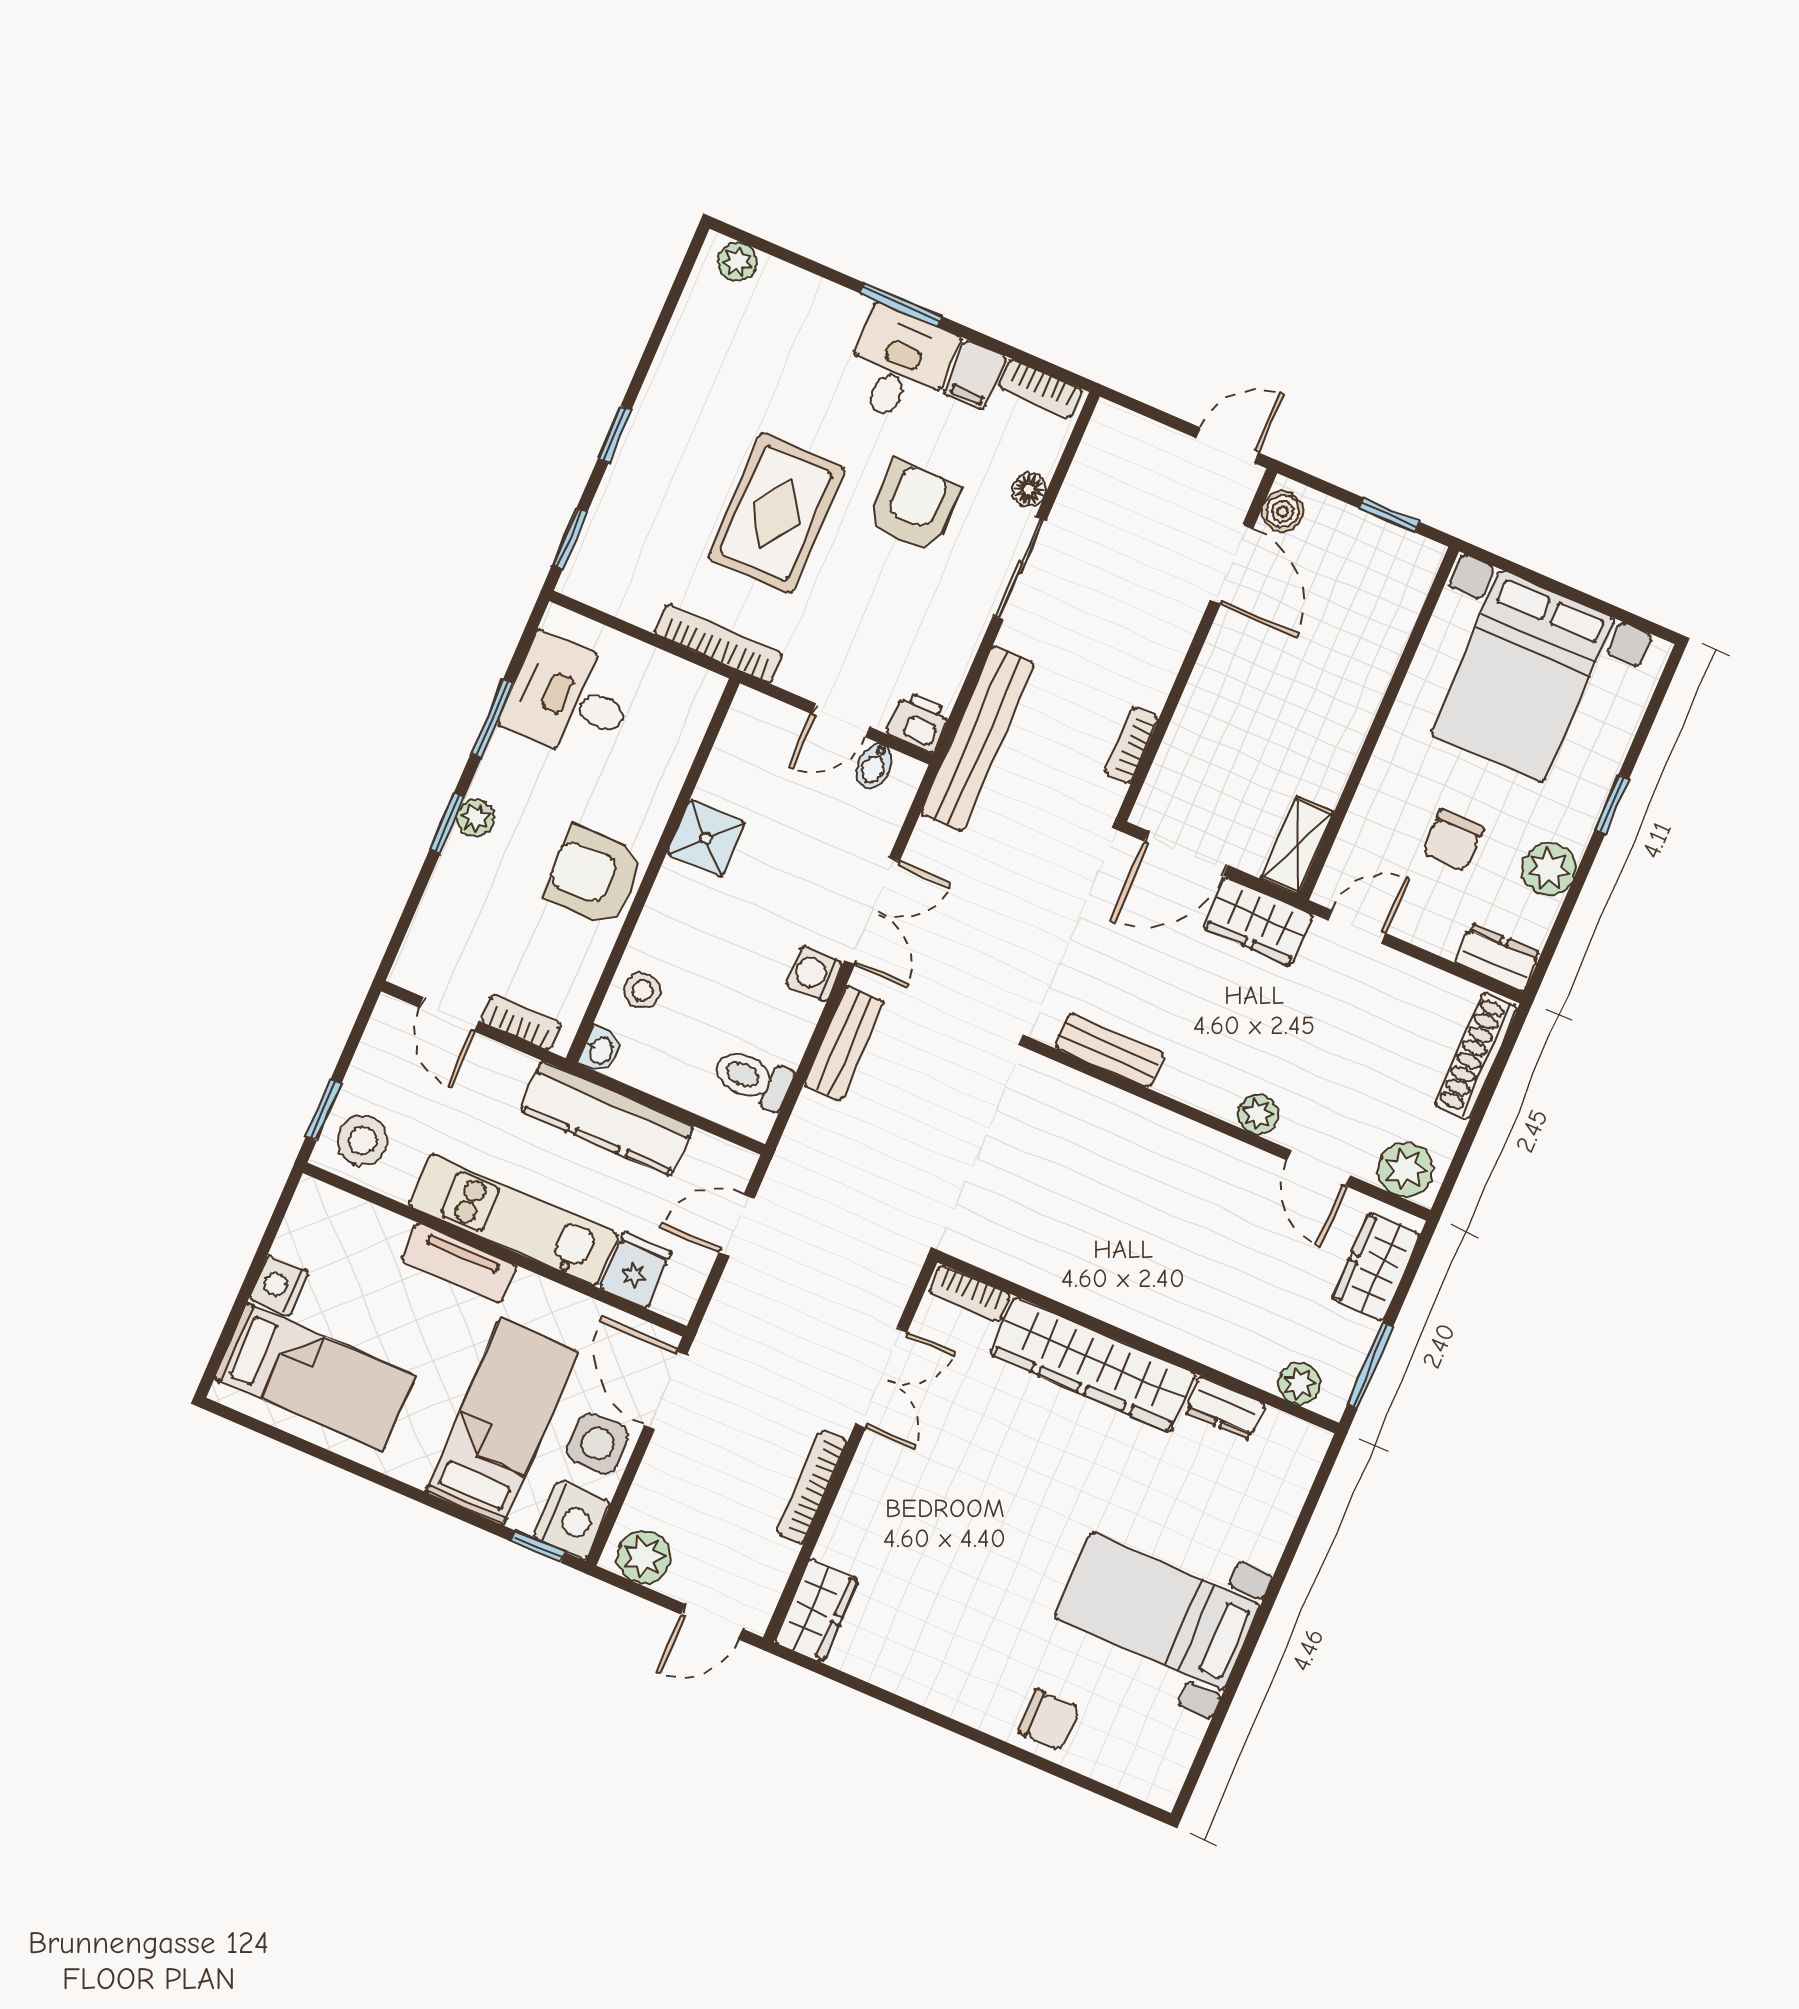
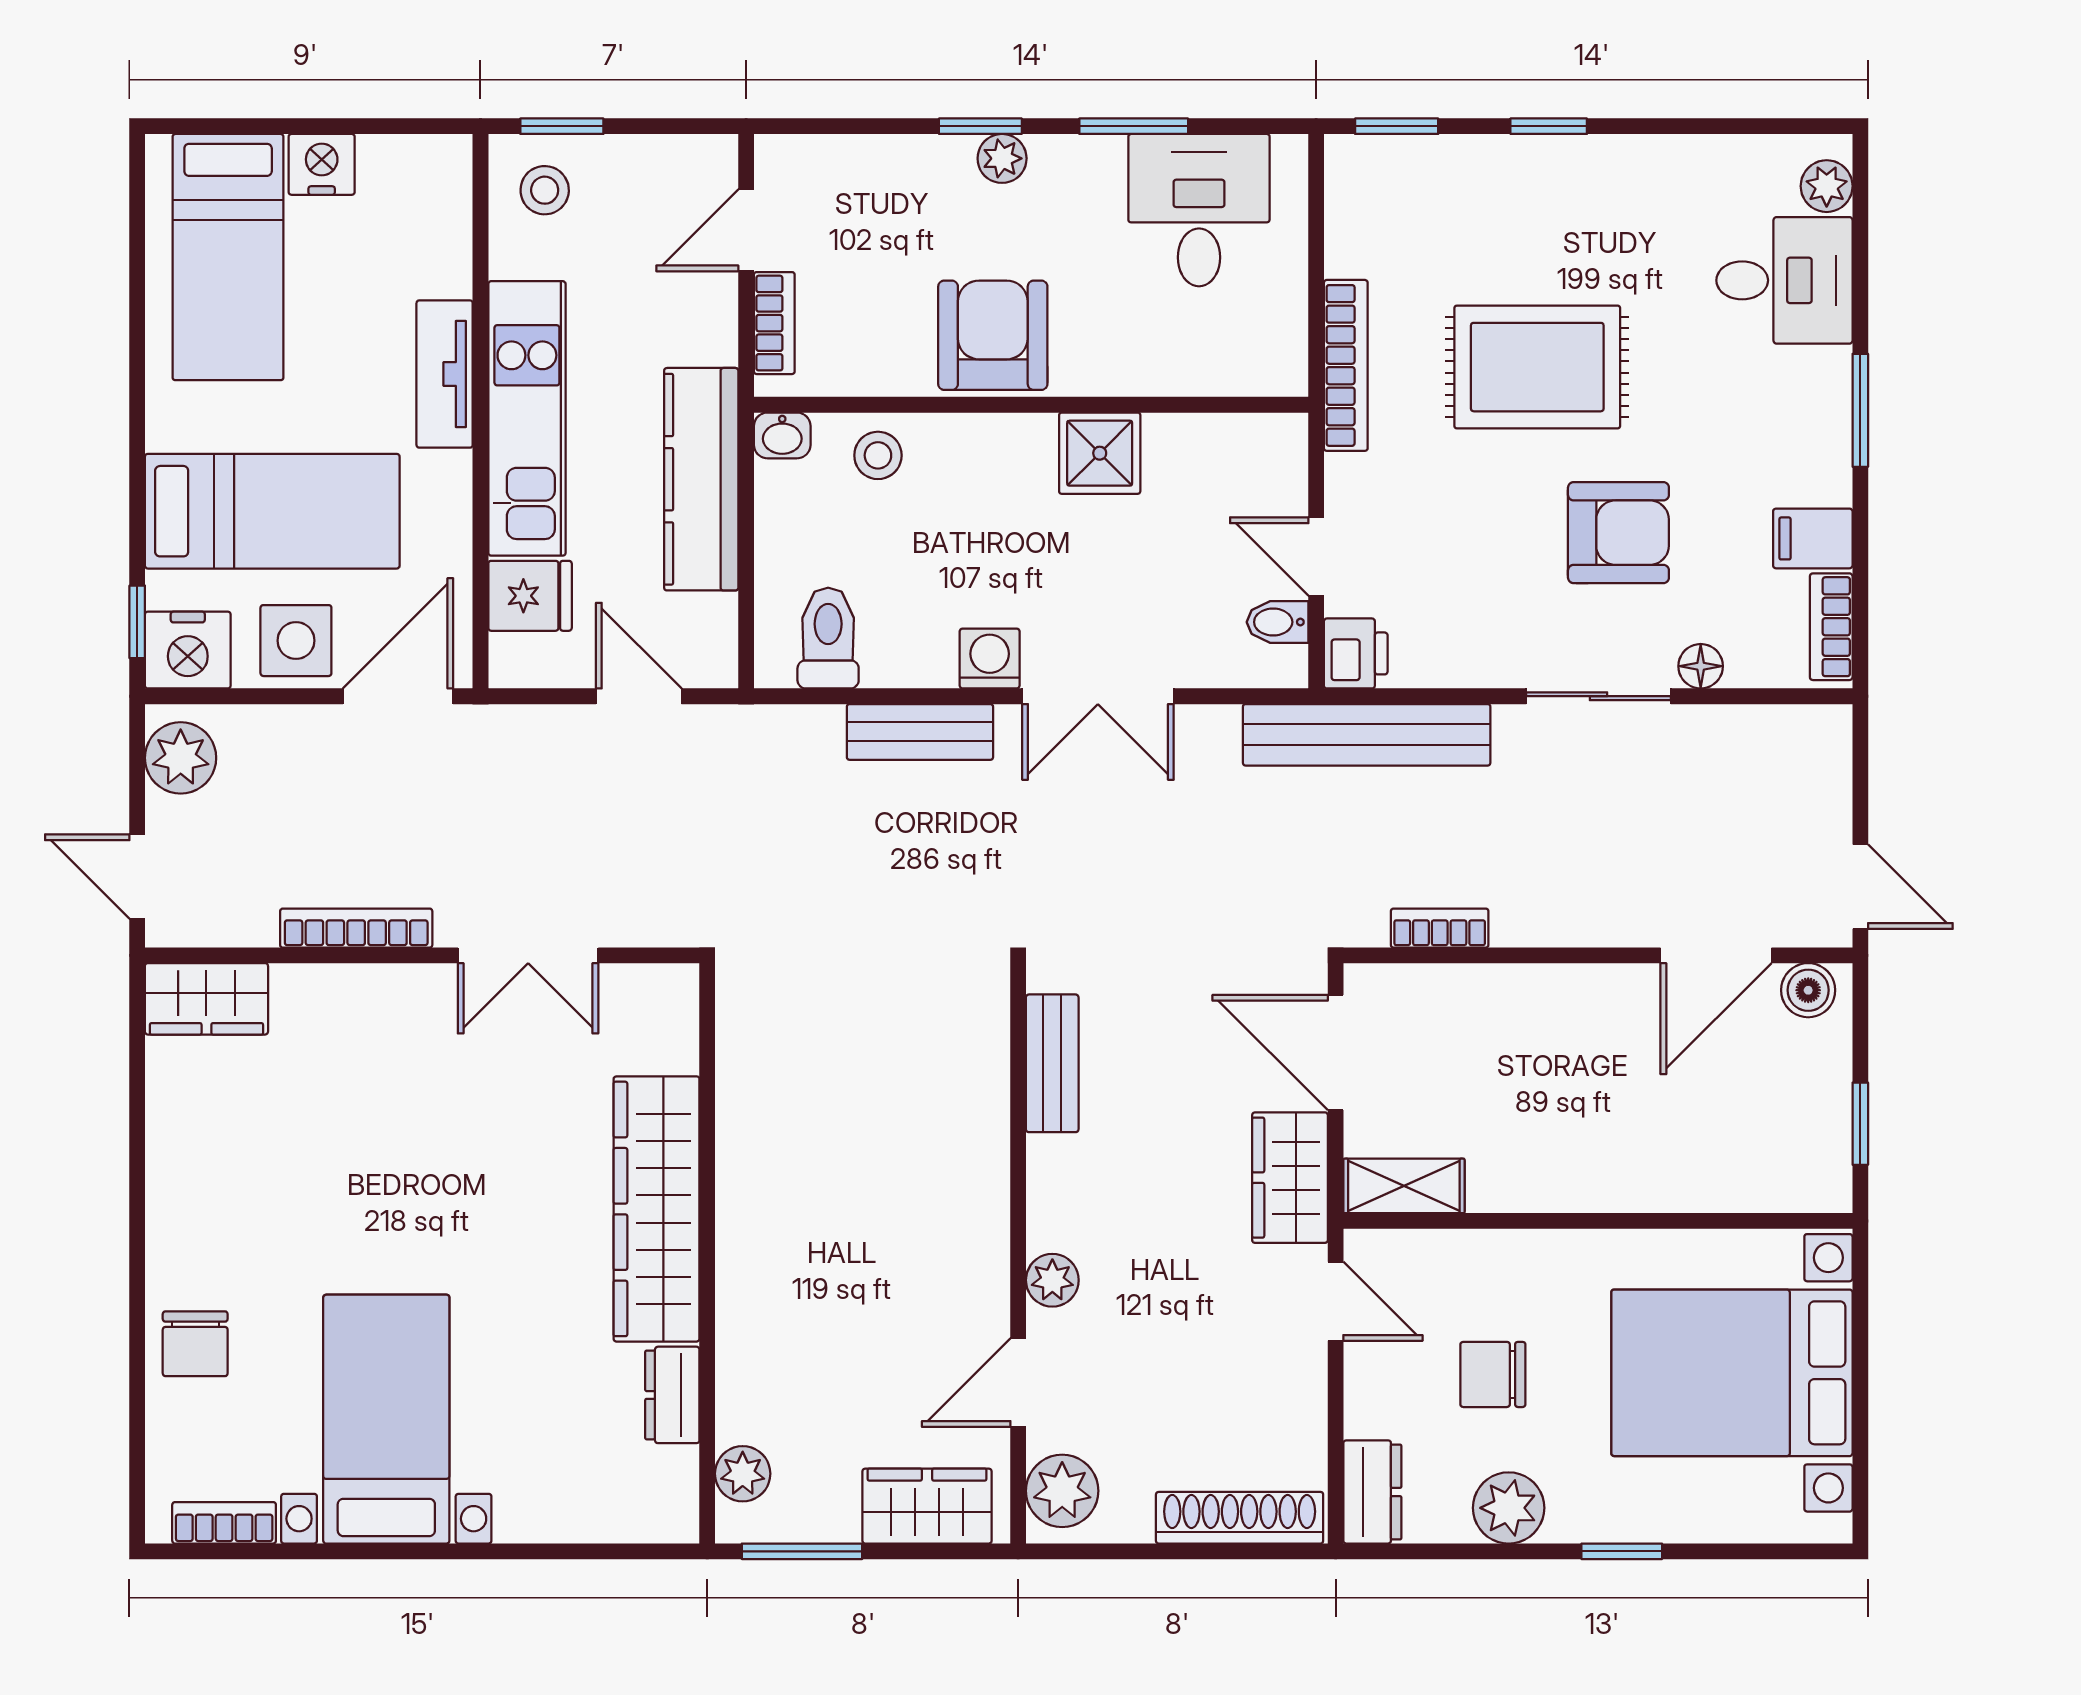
desk: (899, 366) -> (1784, 280), moved
stool: (362, 1140) -> (545, 190), width x0.73, depth x0.73
bookcase: (970, 1293) -> (224, 1523), moved, turned 90

